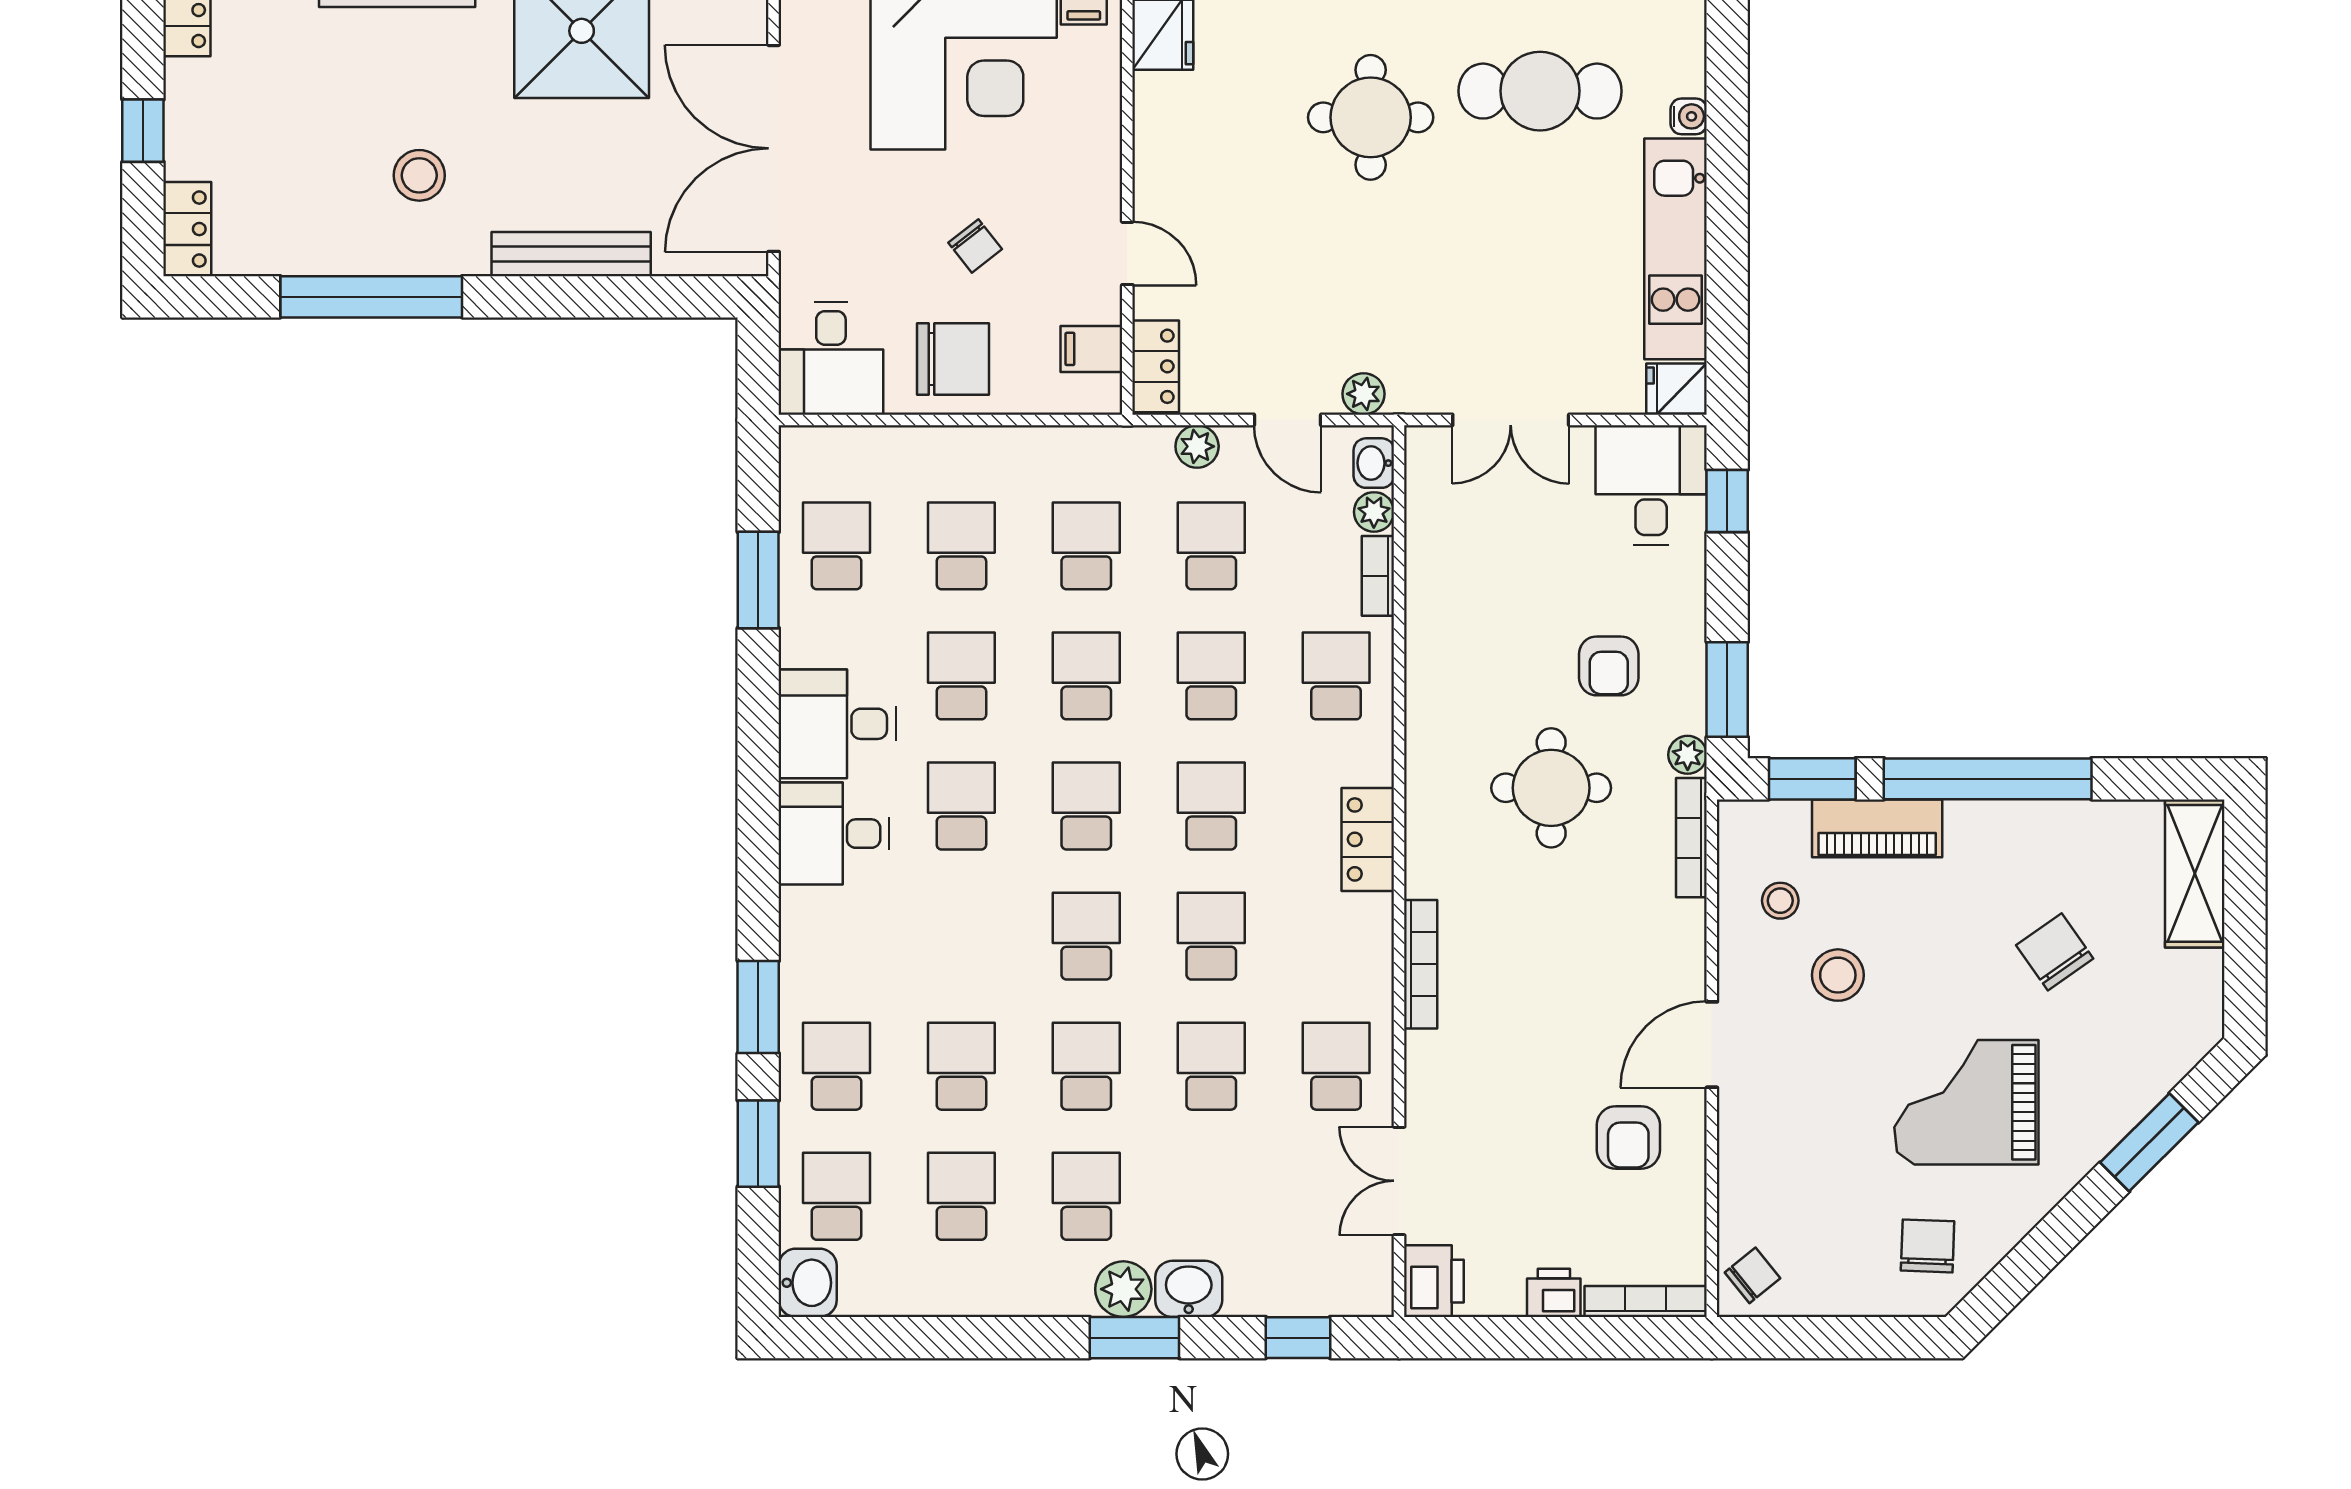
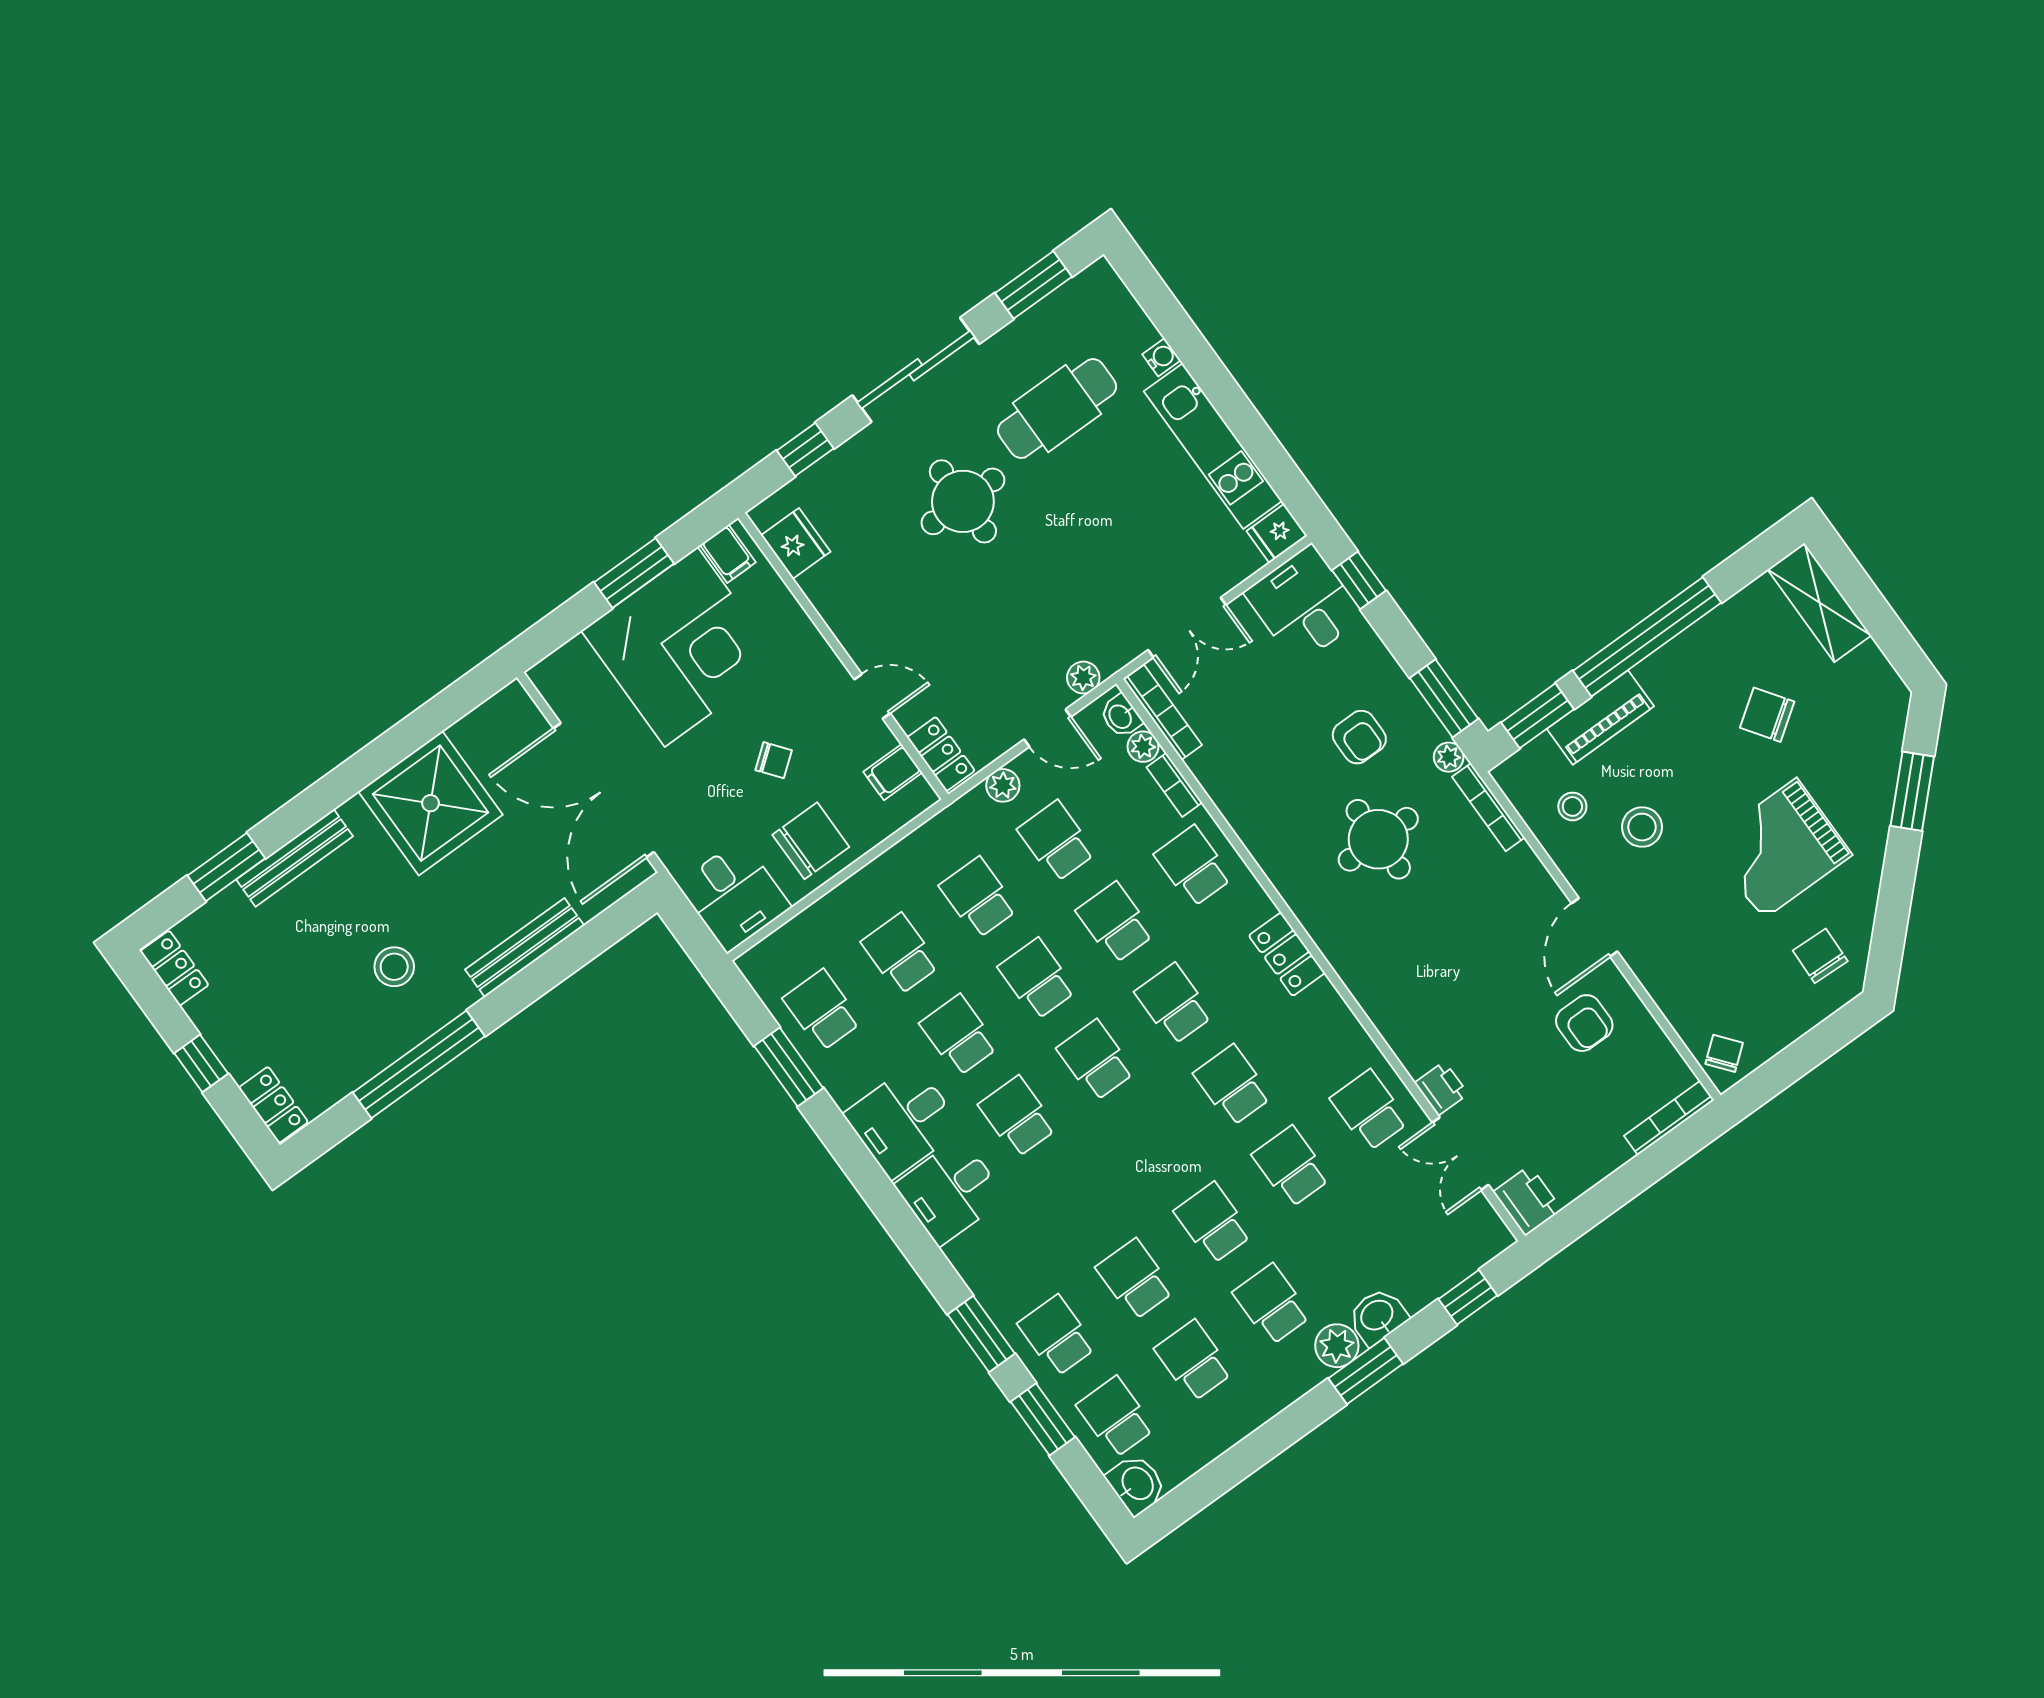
school desk: (1086, 936) -> (1154, 1142), removed
bookcase: (1421, 964) -> (1163, 712), moved
printer: (1554, 1293) -> (1441, 1088), moved, turned 90

